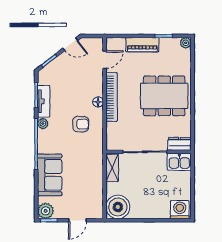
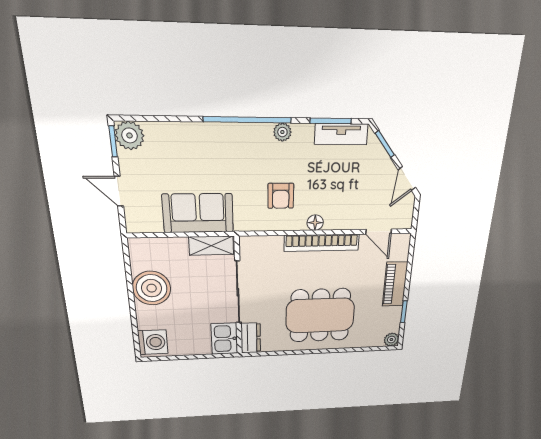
dining table: (164, 96) -> (320, 315), turned 90
tv unit: (44, 101) -> (341, 134), moved
sofa: (50, 175) -> (198, 213), moved, turned 180
boiler: (118, 207) -> (152, 288), moved

